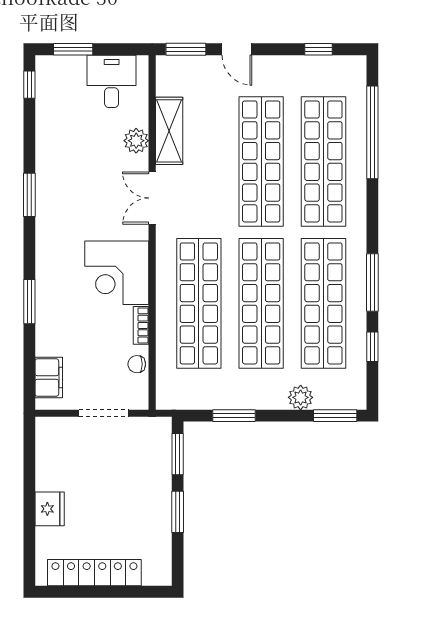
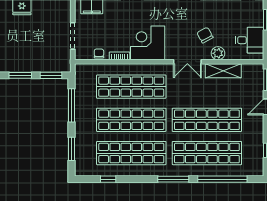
chair: (102, 165) -> (205, 35), added
double door: (152, 198) -> (187, 62), swing flipped
window: (372, 283) -> (173, 179), moved
plant: (301, 397) -> (81, 141), removed
window: (234, 416) -> (72, 105), width x1.44
window: (335, 416) -> (72, 149), moved

